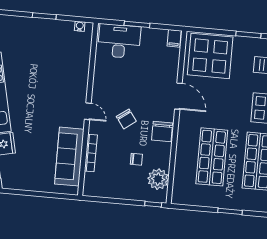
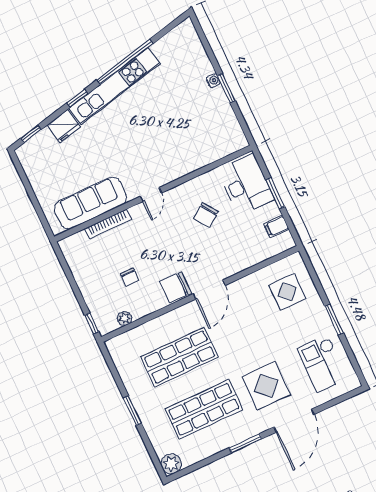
water cooler: (80, 26) -> (213, 81), moved
filing cabinet: (174, 38) -> (276, 226), moved
display table: (210, 56) -> (287, 292), width x0.54, depth x0.54
door: (178, 96) -> (209, 290), moved
chair: (126, 119) -> (206, 215), moved
plant: (158, 179) -> (125, 318), width x0.53, depth x0.53

